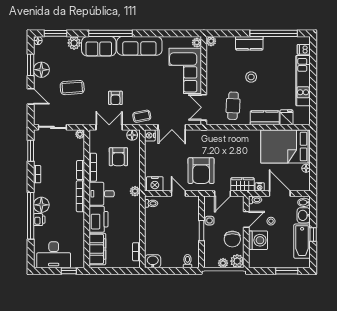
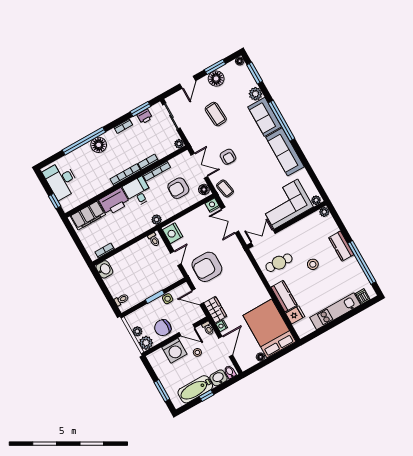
armchair: (115, 98) -> (228, 157), turned -90
printer: (39, 220) -> (145, 116), moved

